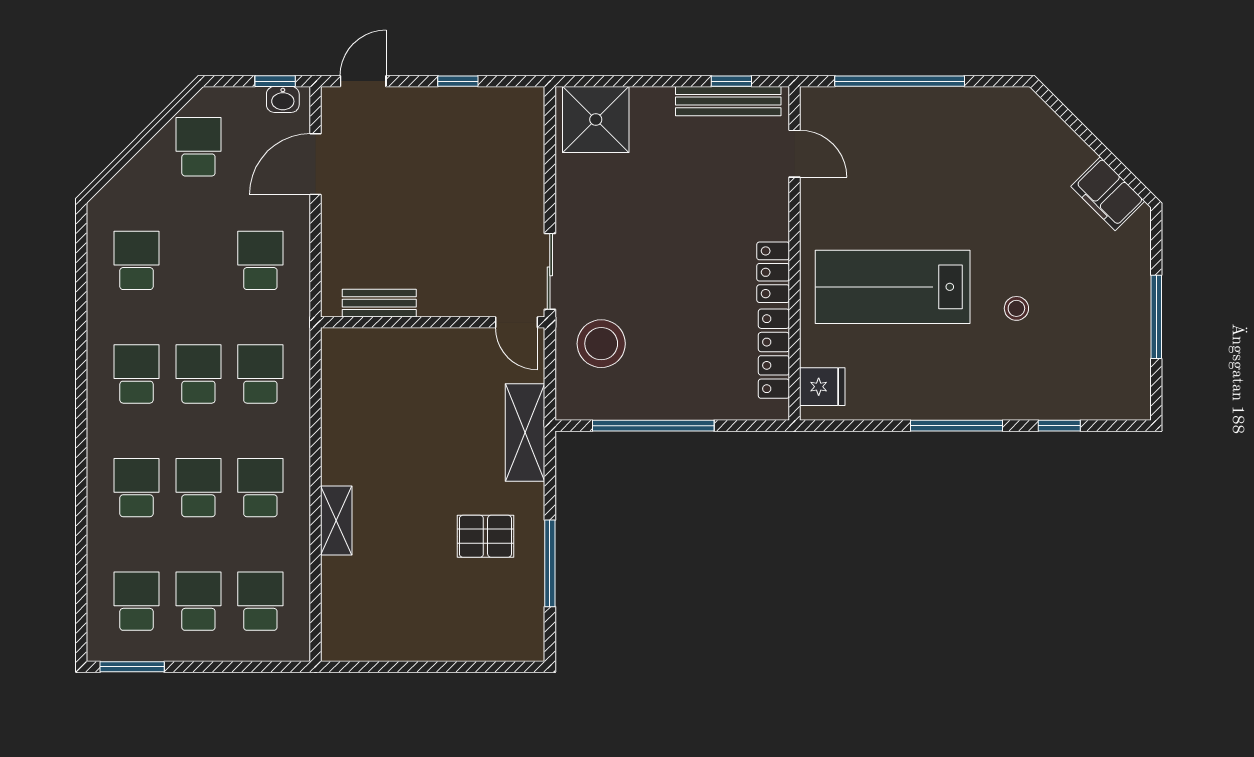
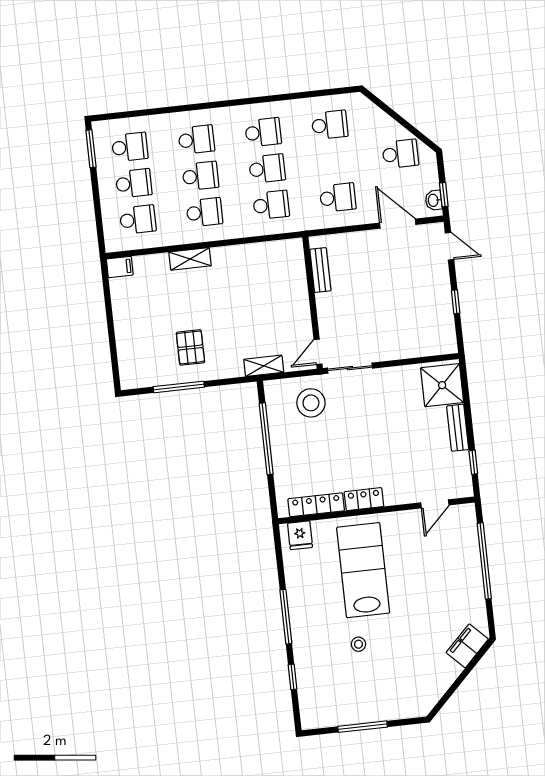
bench: (728, 101) -> (458, 428), moved, width x0.73
filing cabinet: (1108, 194) -> (467, 646), moved
shelving: (525, 433) -> (264, 366), width x0.67, depth x0.75
filing cabinet: (337, 640) -> (120, 267), added

